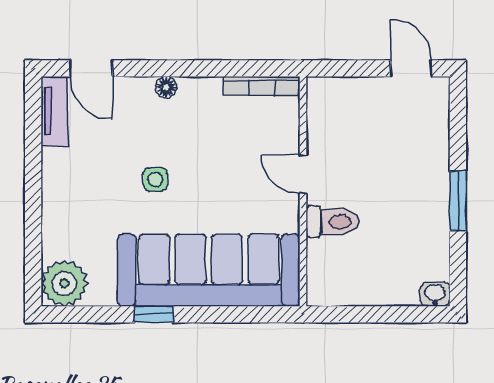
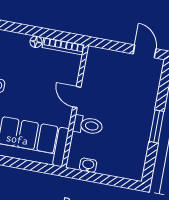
floor lamp: (166, 87) -> (36, 42), moved
washbasin: (435, 294) -> (88, 165), moved

